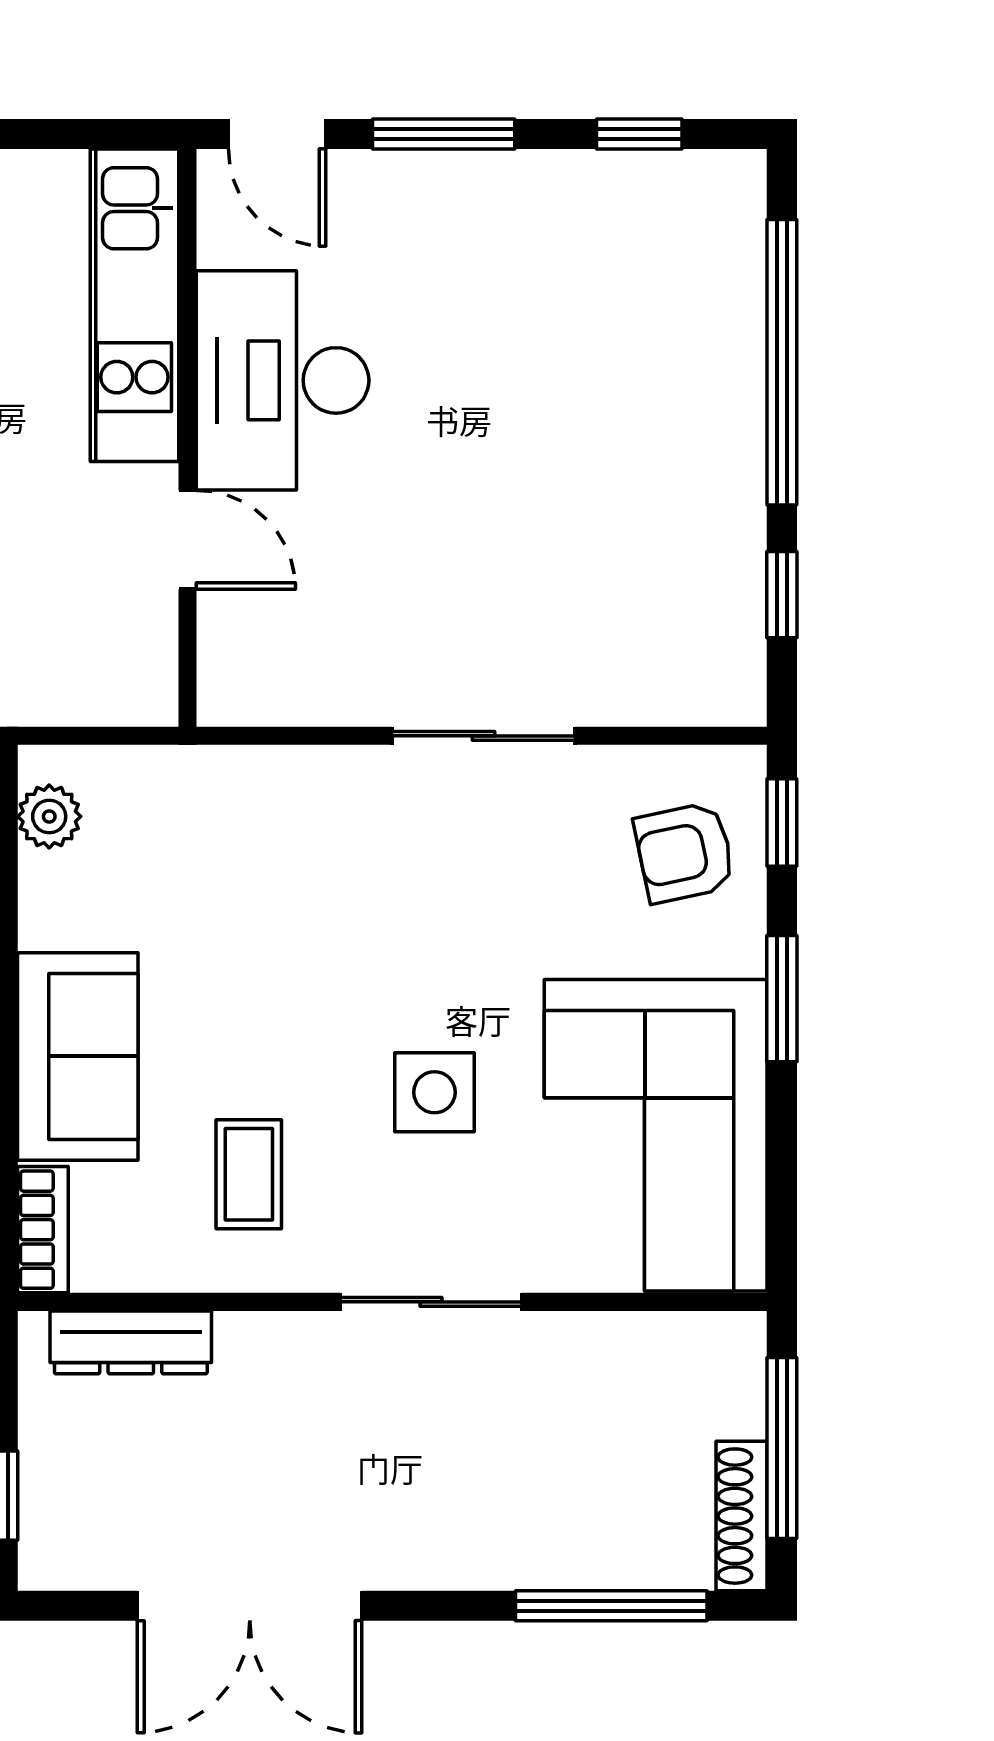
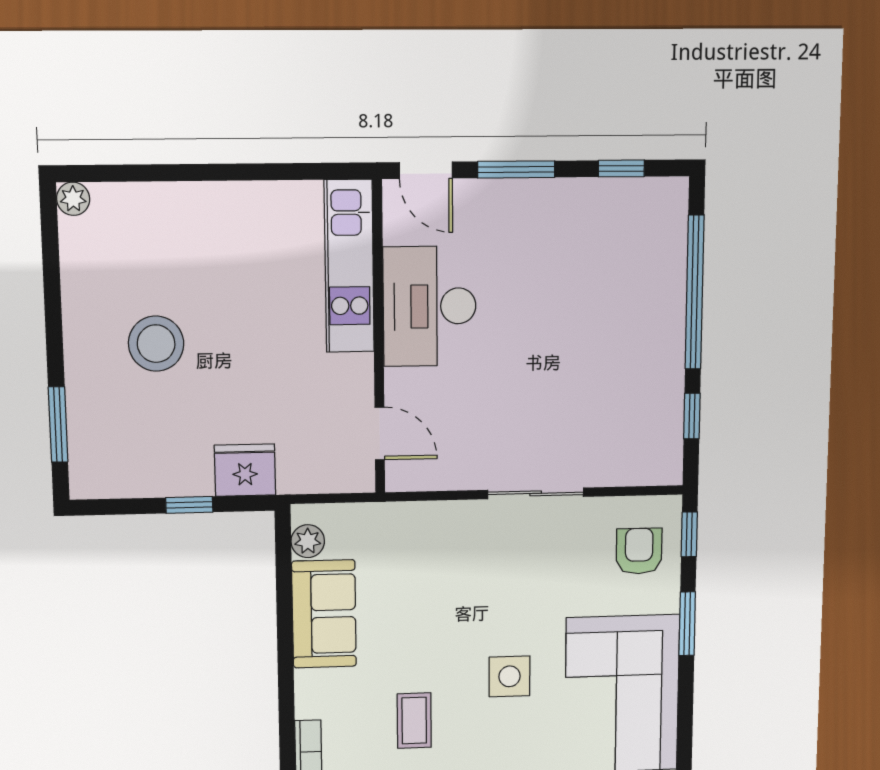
door: (187, 540) -> (380, 434), moved
armchair: (685, 853) -> (639, 551), turned 102
sofa: (78, 1056) -> (324, 614), moved

